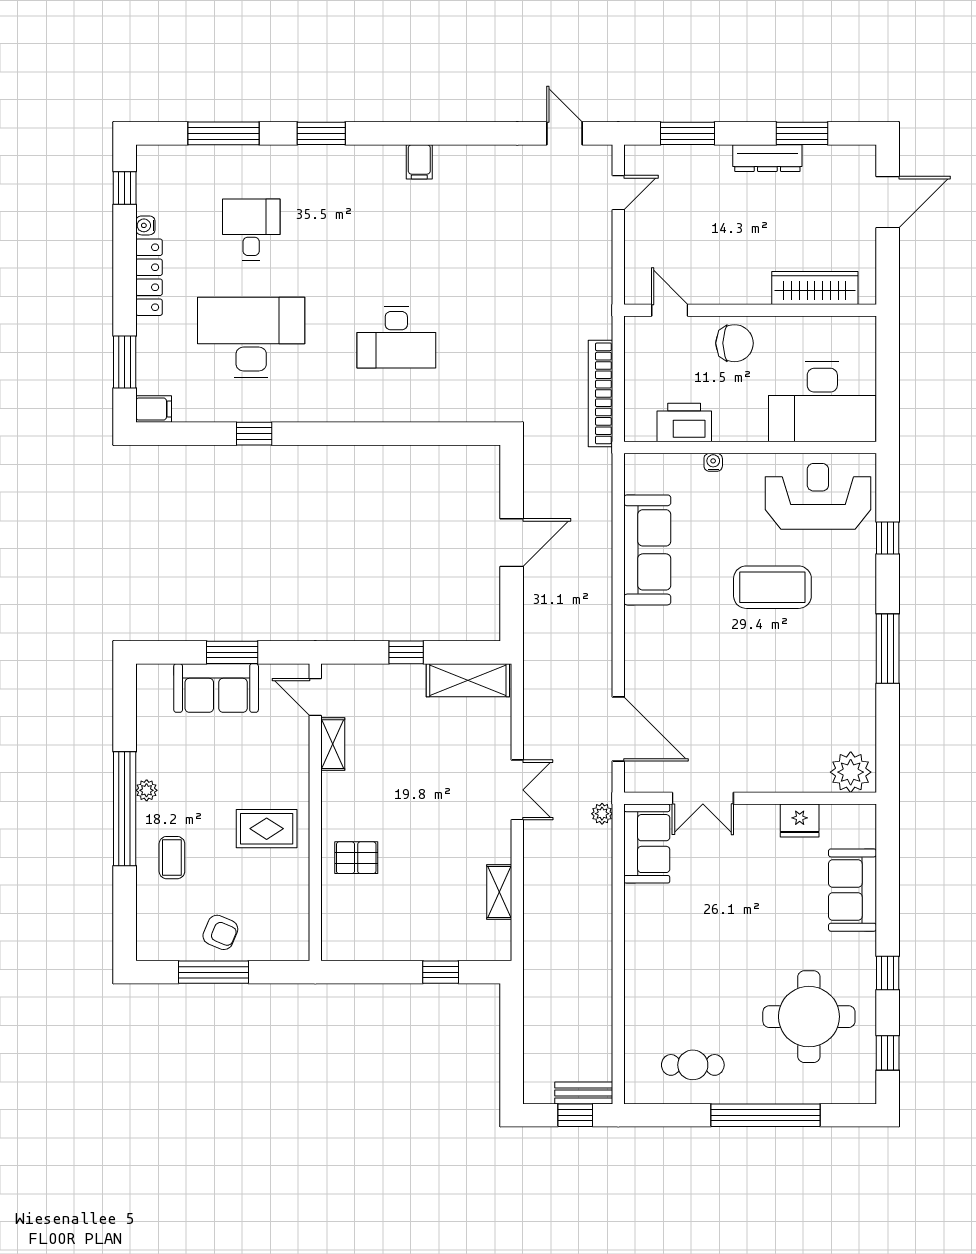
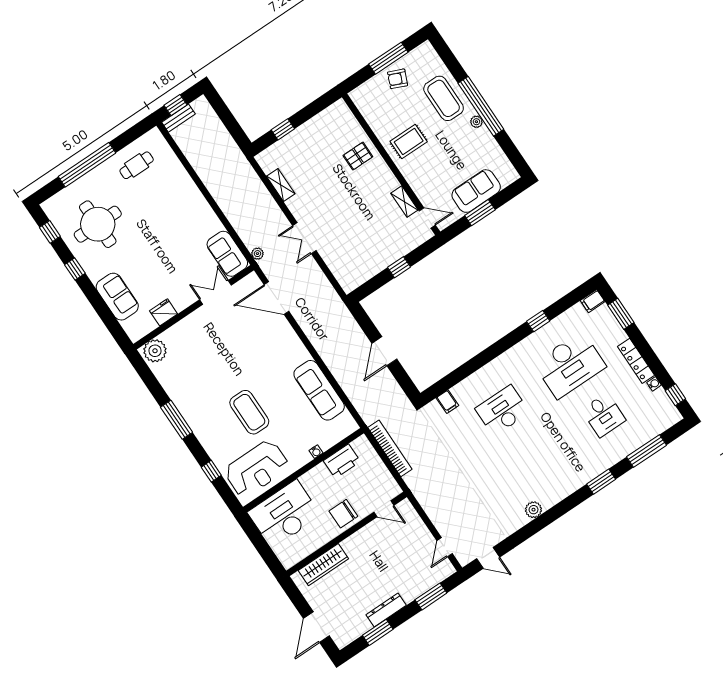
plant: (449, 159) -> (534, 510), added
filing cabinet: (419, 162) -> (447, 402), moved, turned 180
coffee table: (772, 587) -> (249, 412), turned 90
shelving: (468, 680) -> (362, 274), removed
coffee table: (172, 858) -> (444, 98), width x1.86, depth x1.72

